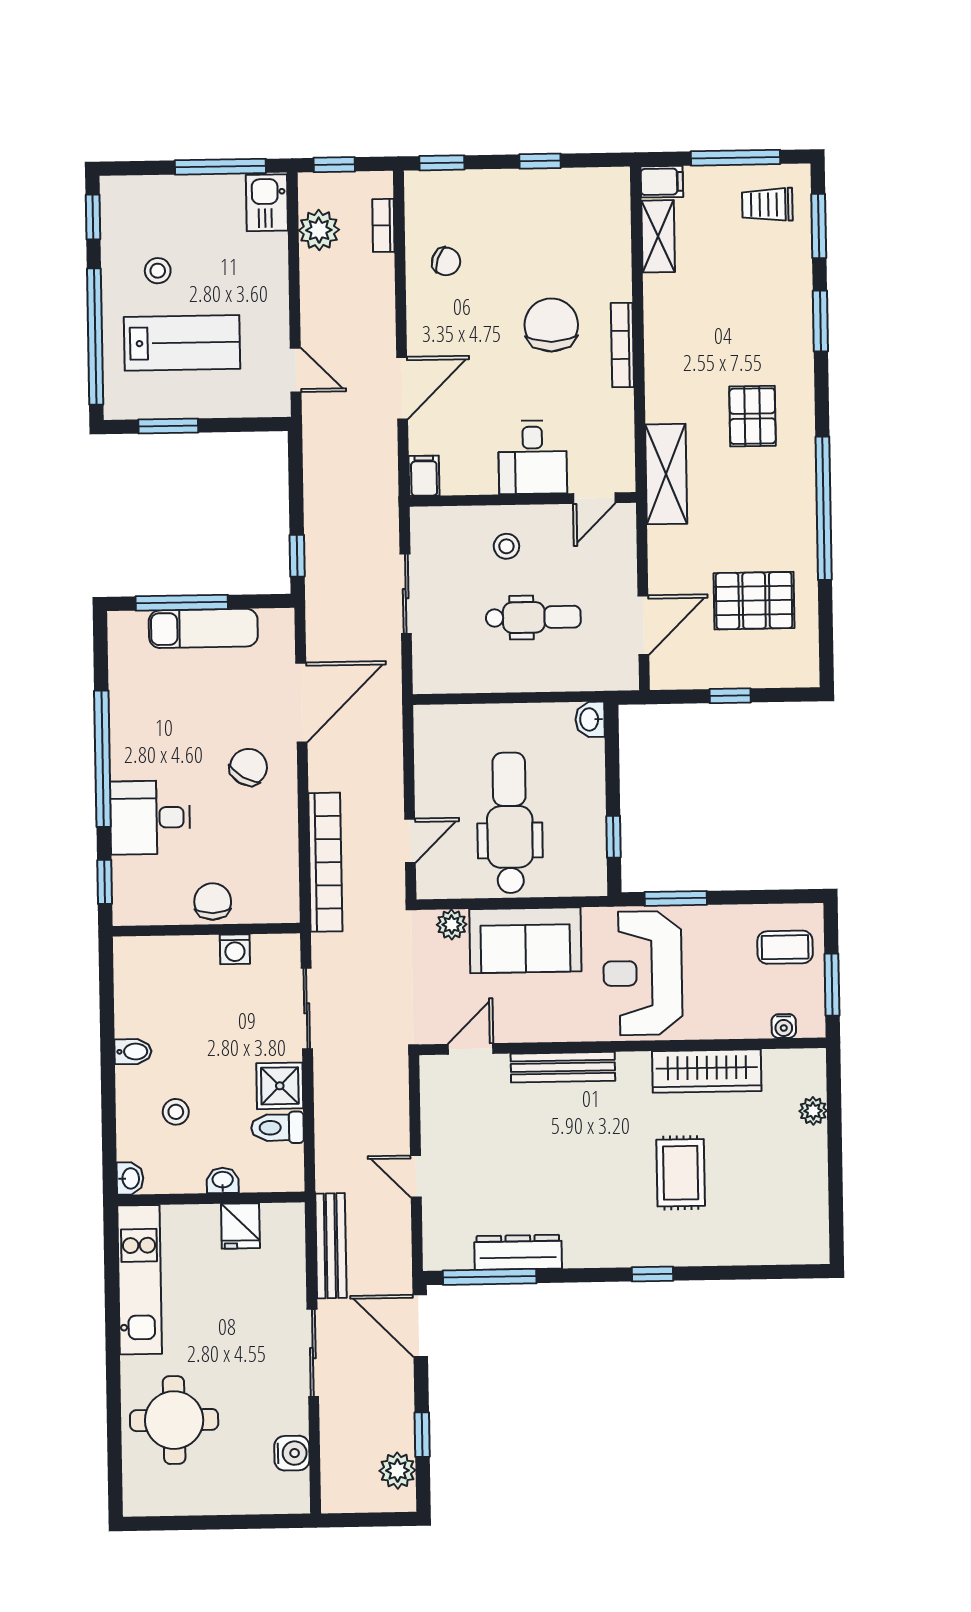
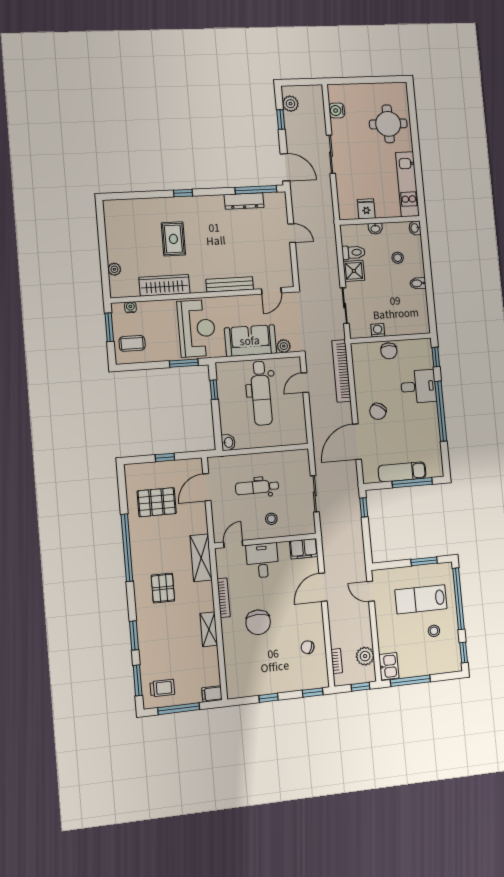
shelving: (658, 236) -> (209, 629), moved
bookcase: (622, 345) -> (224, 598), moved
filing cabinet: (424, 476) -> (304, 549), width x2.00
bench: (331, 1246) -> (327, 201), removed

